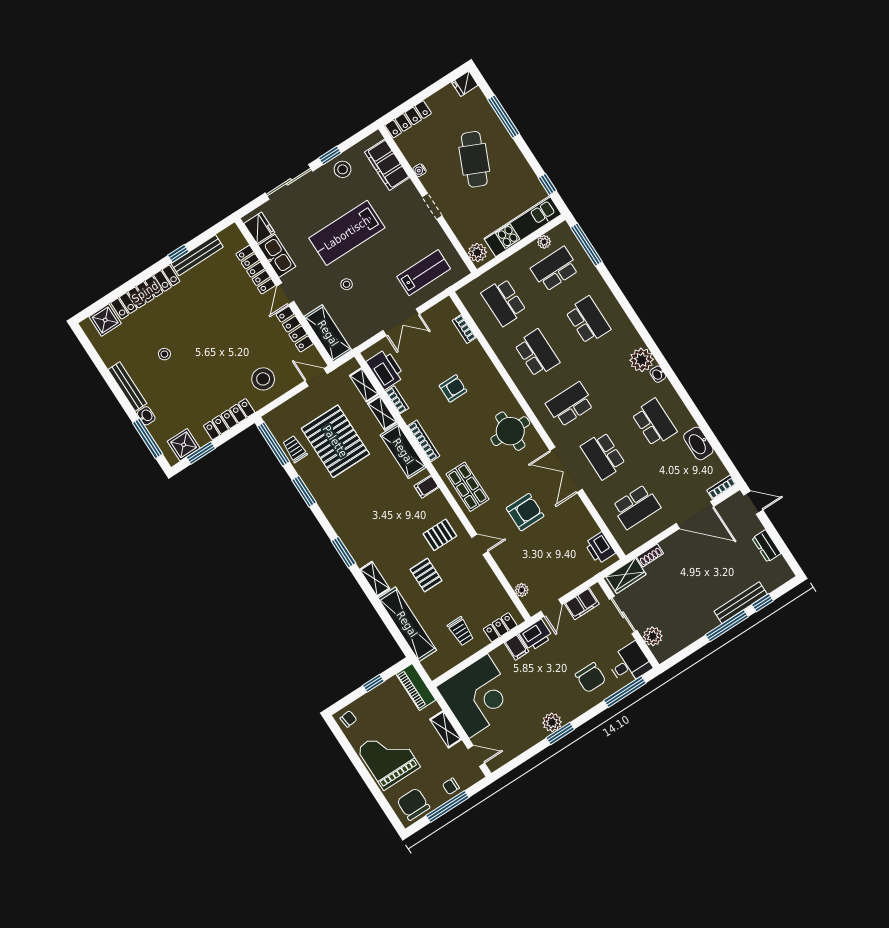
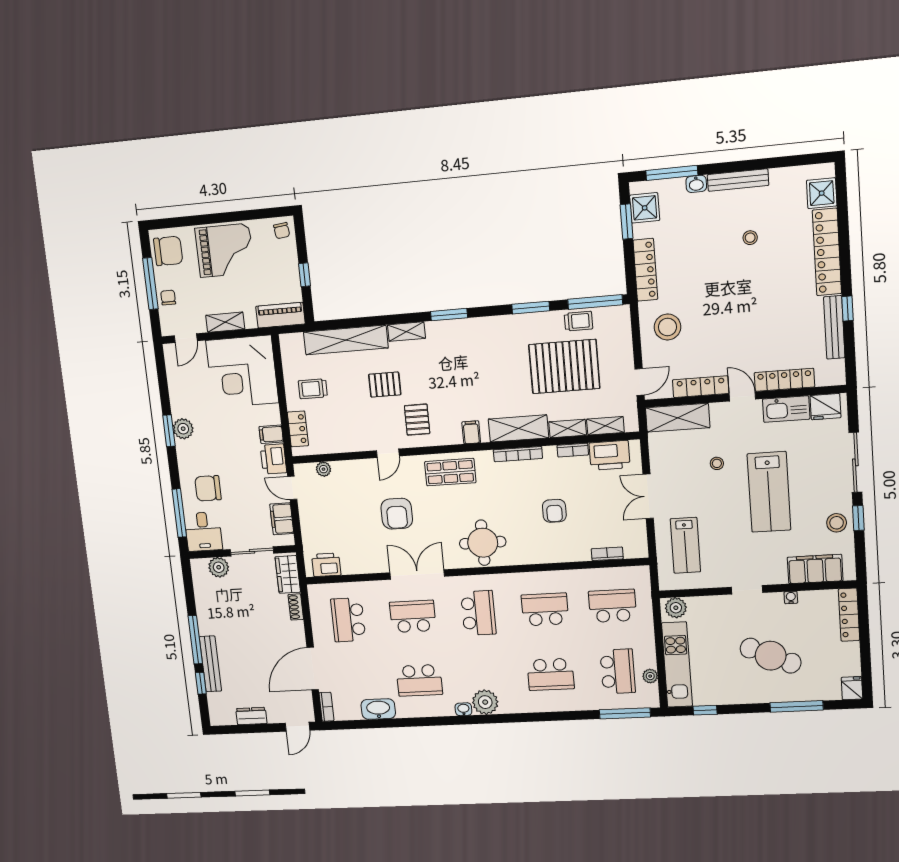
lab bench: (347, 233) -> (769, 492), turned 180
school desk: (537, 353) -> (545, 609), turned 180

